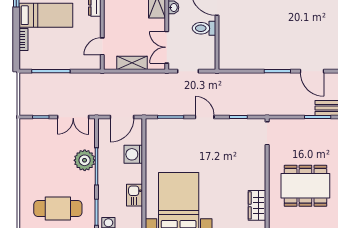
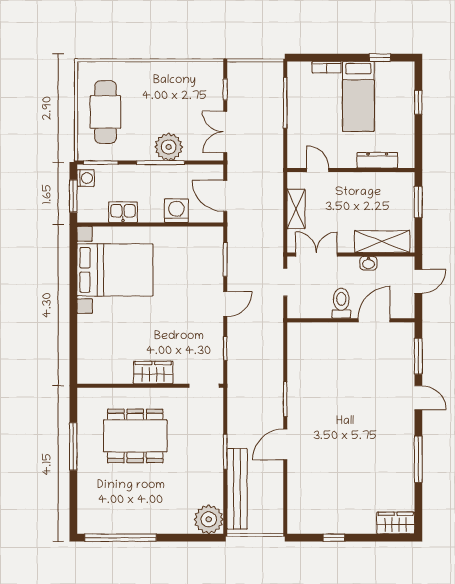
dining table: (305, 186) -> (135, 436), turned 90
wardrobe: (257, 205) -> (153, 373), moved

